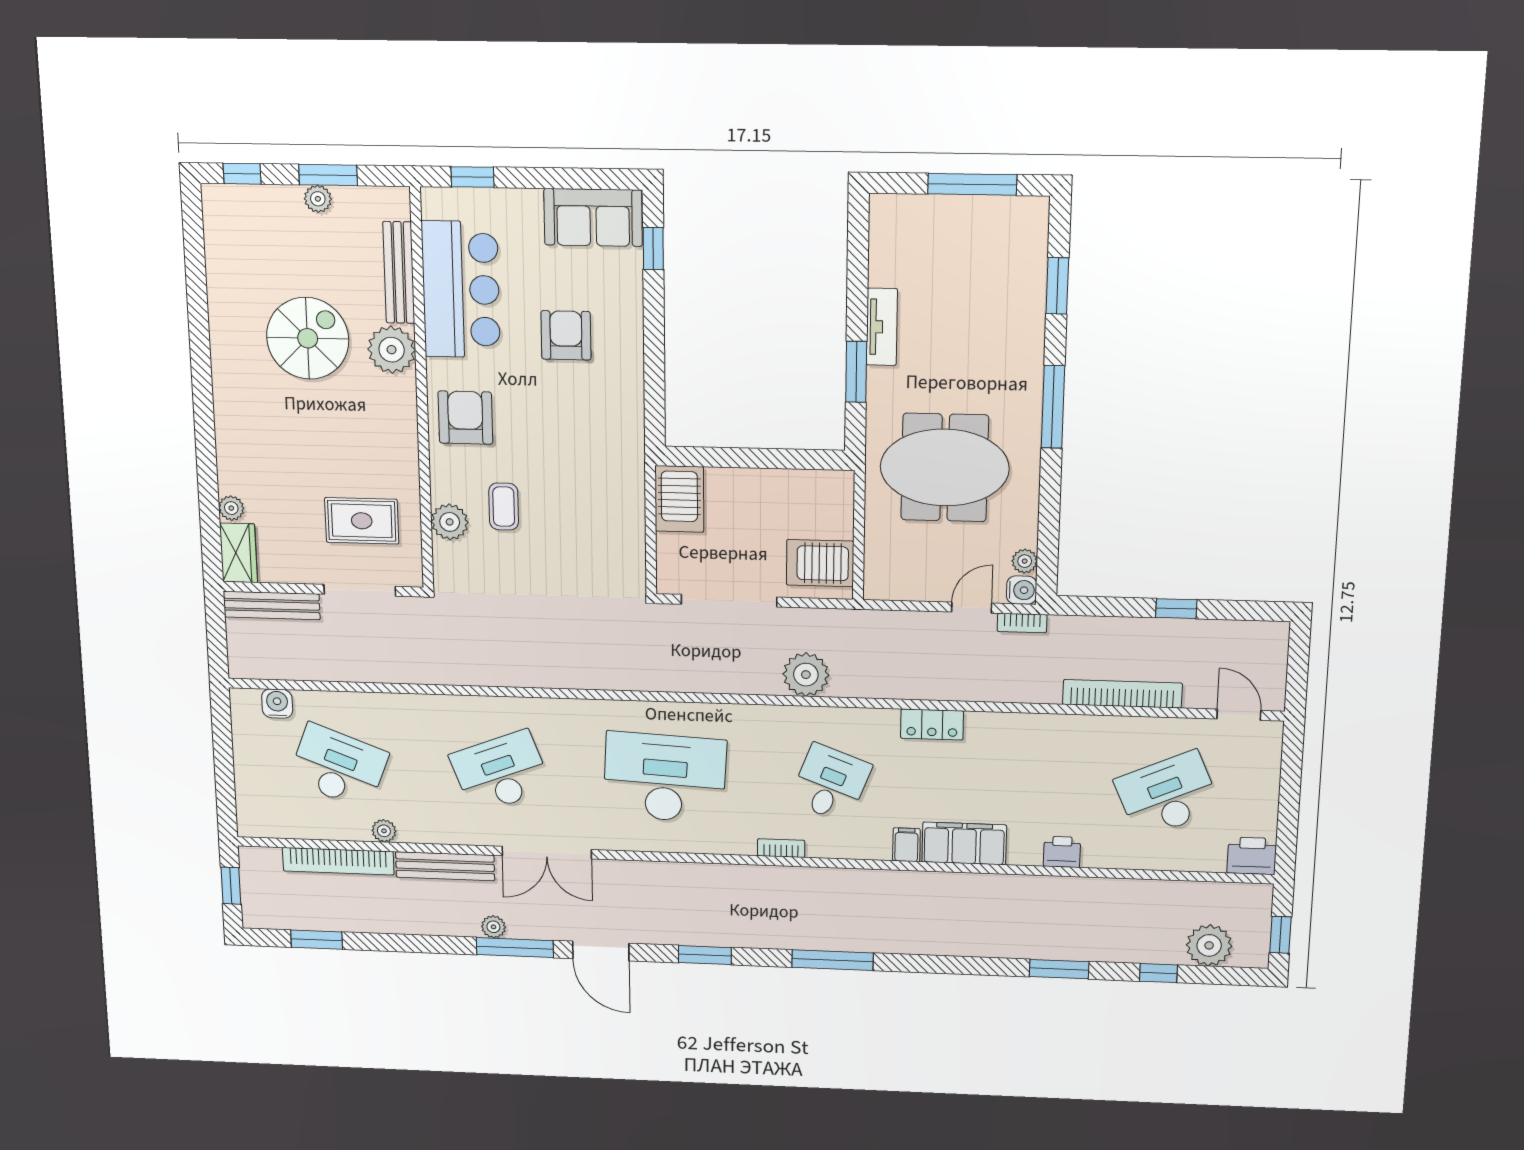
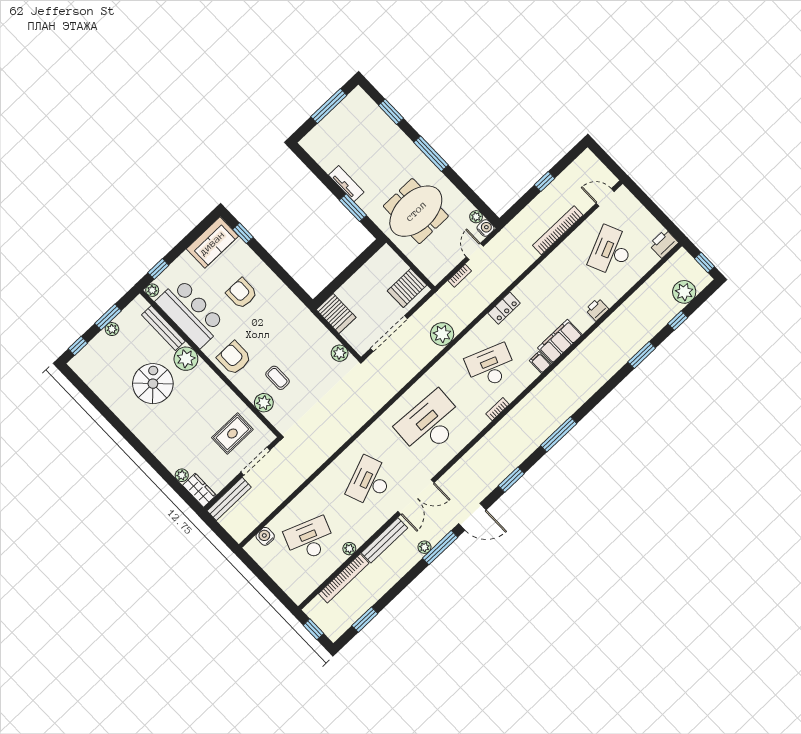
plant: (433, 200) -> (152, 290), added
plant: (629, 559) -> (340, 353), added
bookcase: (1022, 623) -> (460, 276), moved
desk: (830, 783) -> (491, 366), width x1.37

